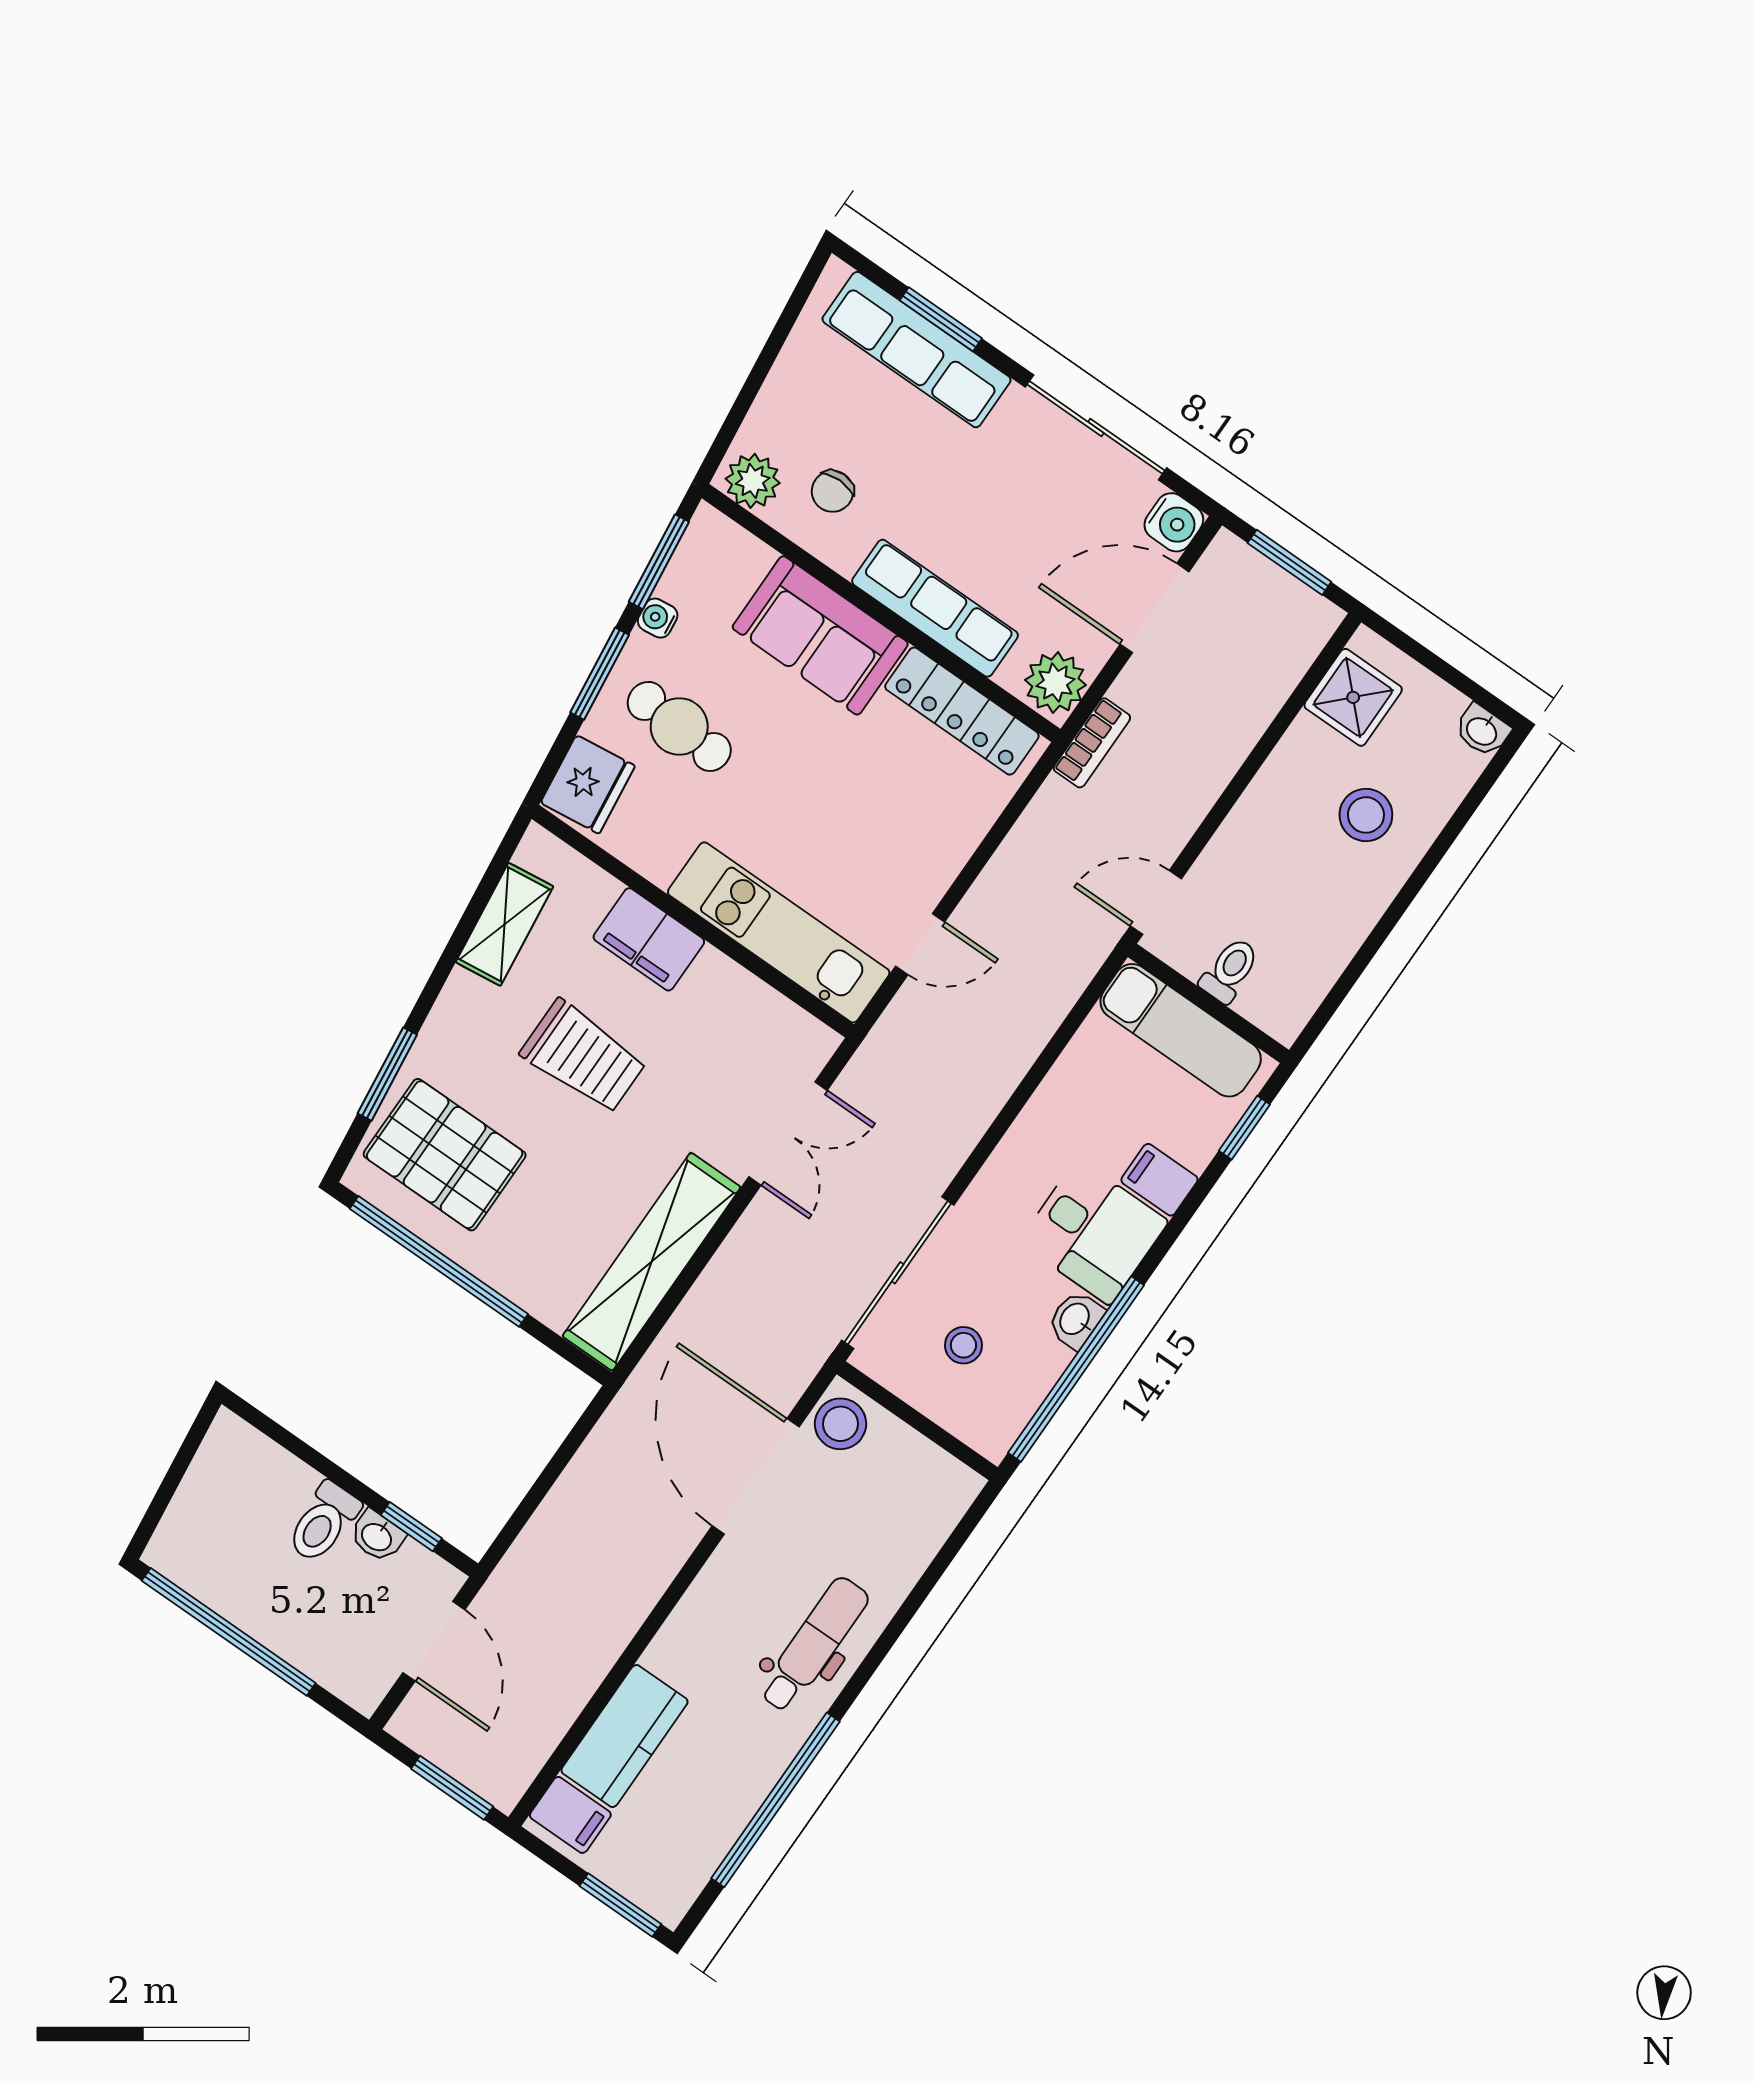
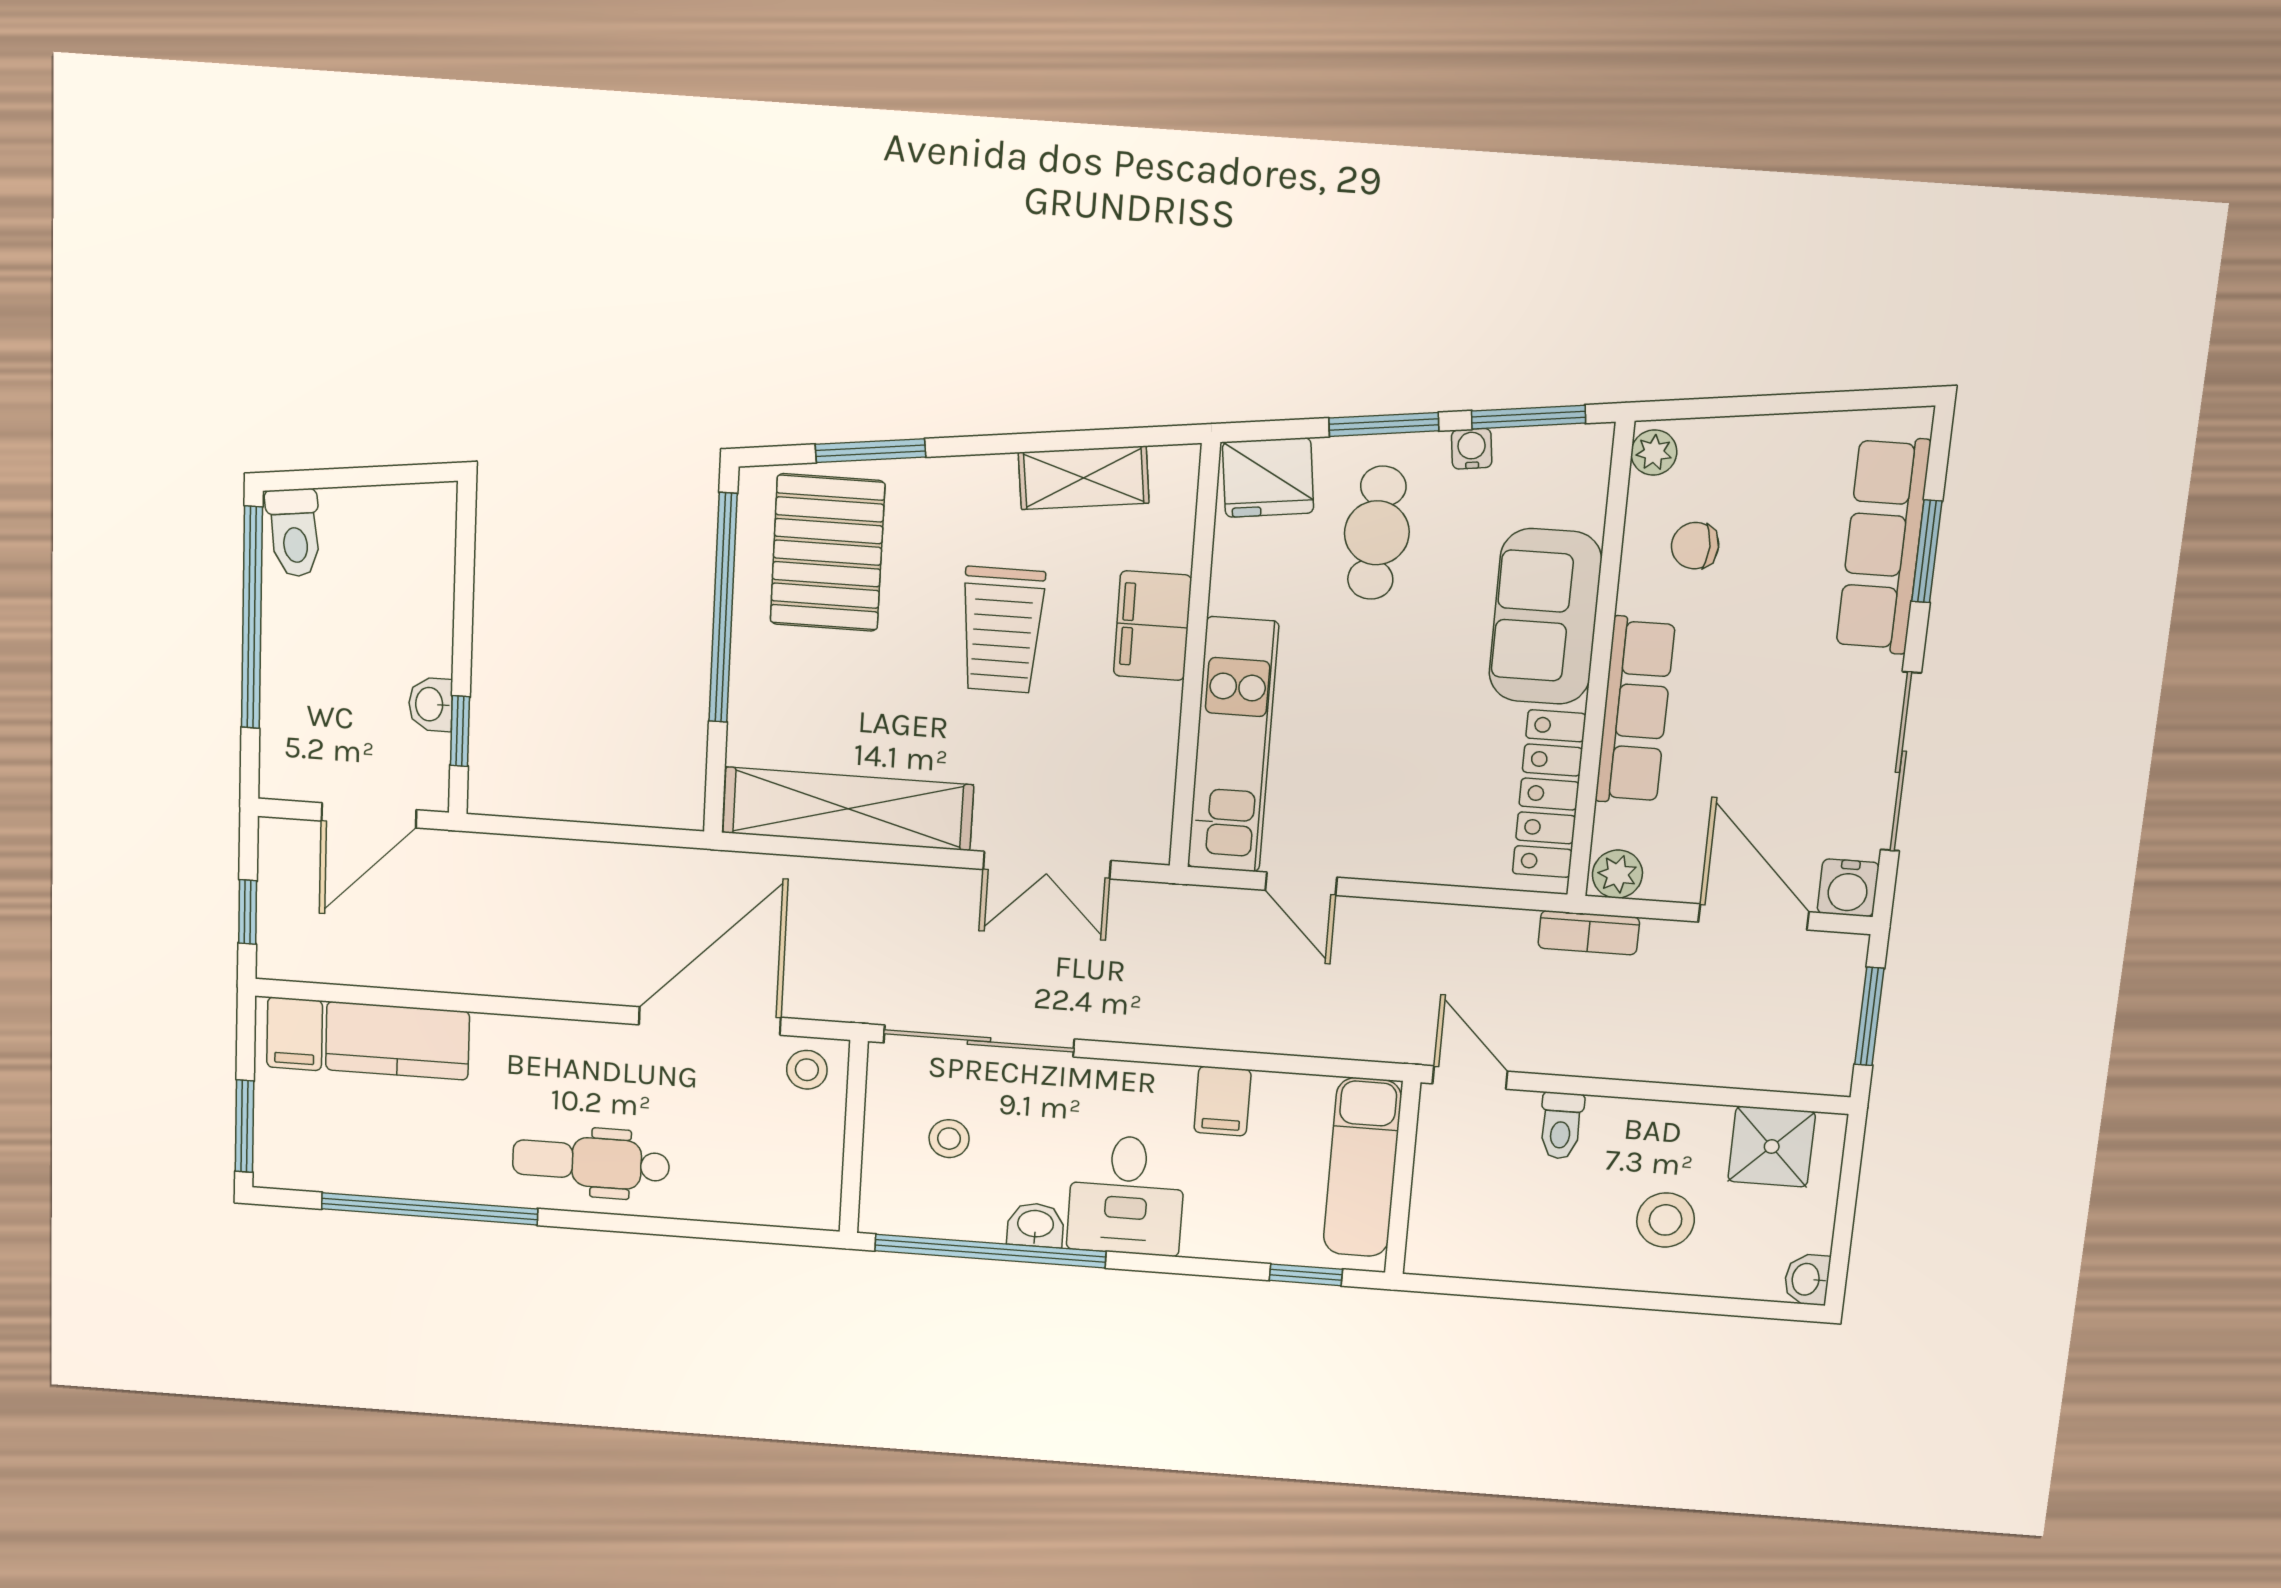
plant: (753, 481) -> (1654, 452), width x0.73, depth x0.73
plant: (1055, 683) -> (1617, 874), width x0.73, depth x0.73
toilet: (1230, 970) -> (1561, 1126), moved, turned 90
filing cabinet: (1159, 1180) -> (1222, 1101), moved, turned 180
stool: (840, 1424) -> (807, 1070), width x0.73, depth x0.73
toilet: (323, 1522) -> (294, 533), moved, turned -97
dental chair: (814, 1645) -> (591, 1162), turned 180
window: (452, 1788) -> (248, 912), width x0.67

